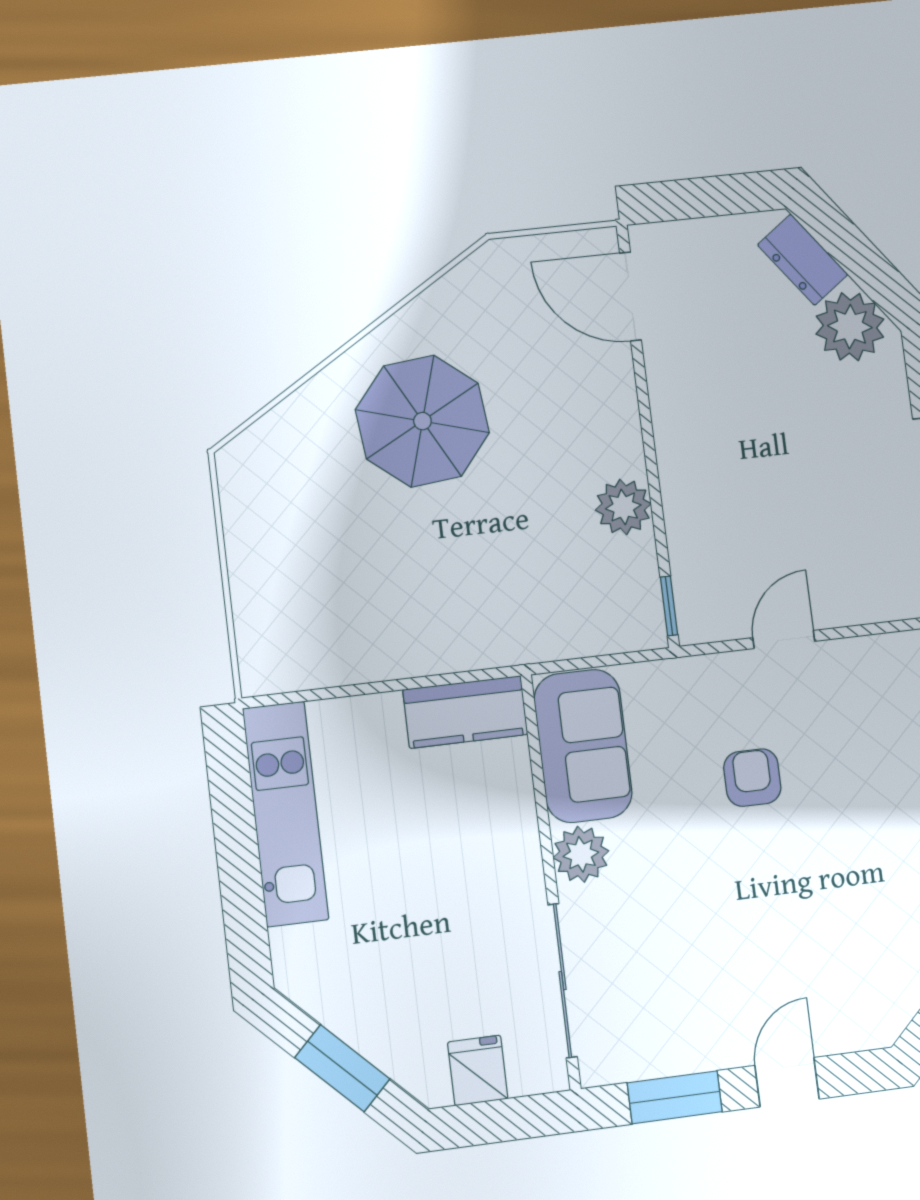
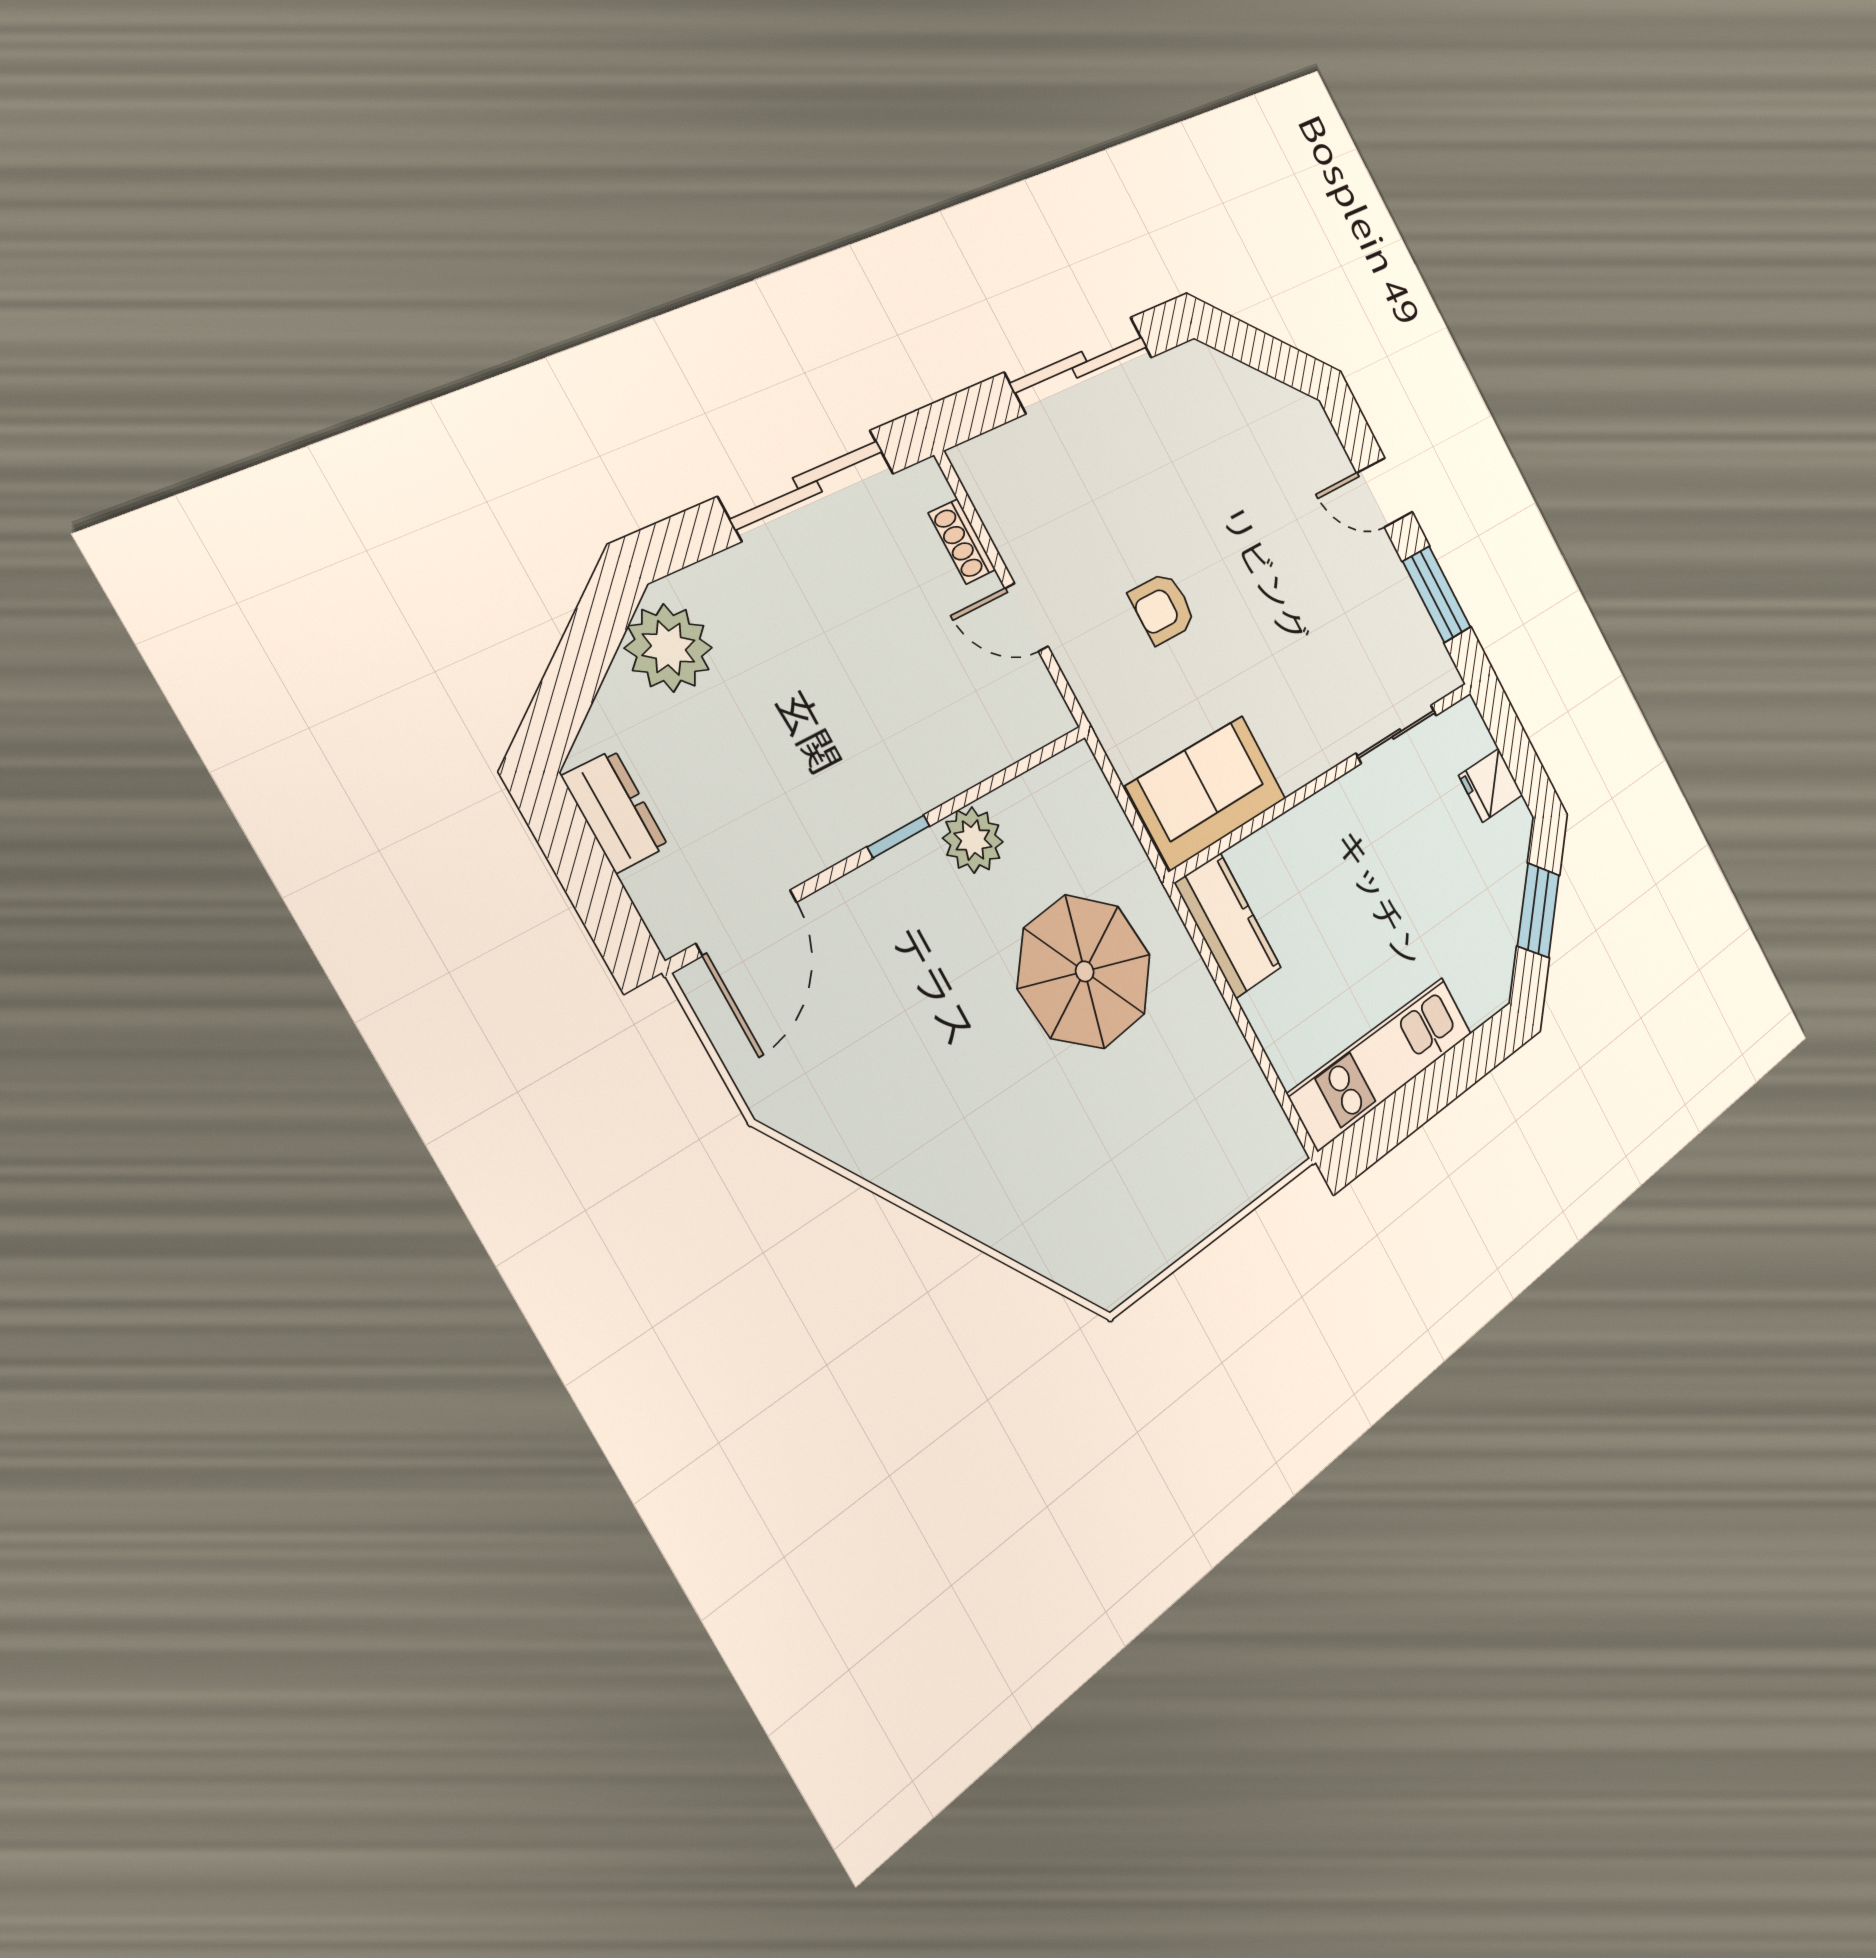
dresser: (803, 260) -> (615, 811), moved, turned -54
parasol: (422, 421) -> (1085, 971), moved
window: (669, 606) -> (899, 836), moved
shoe rack: (862, 609) -> (962, 542), added
plant: (581, 854) -> (1295, 757), removed
sliding door: (563, 981) -> (1397, 734), width x0.73

